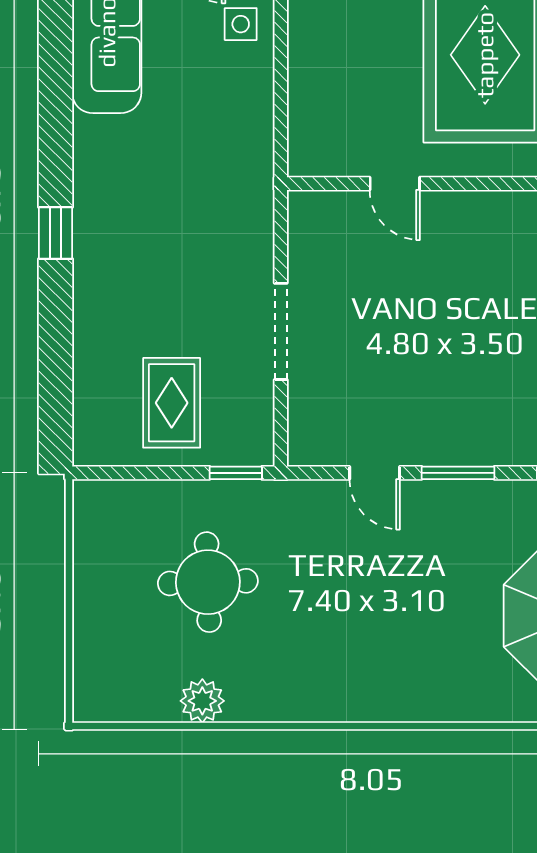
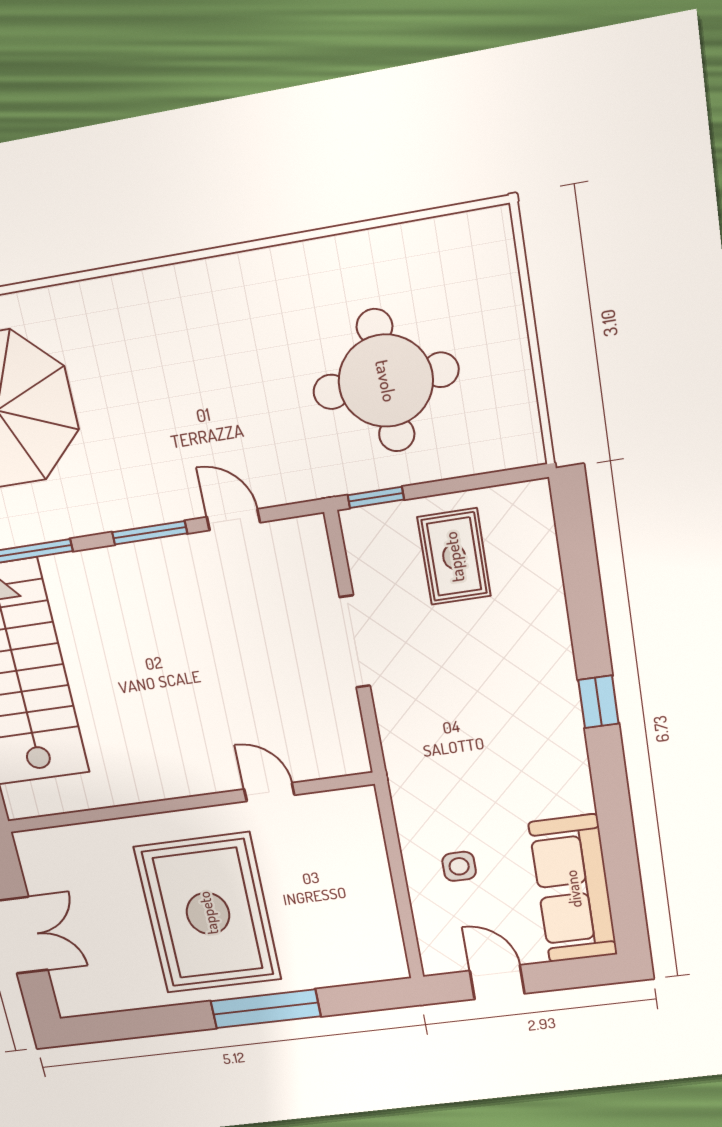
side table: (241, 24) -> (459, 866), moved
round table: (208, 582) -> (386, 381), width x1.36, depth x1.36
plant: (202, 701) -> (370, 252), removed

